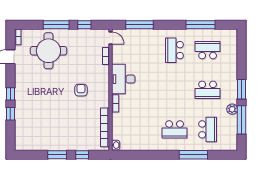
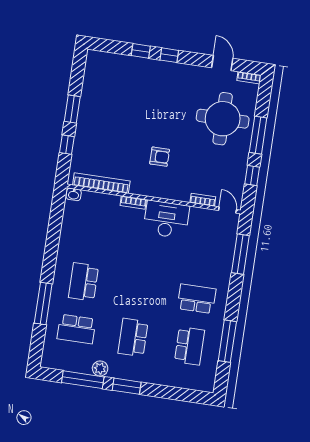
door: (111, 38) -> (228, 210), swing flipped

